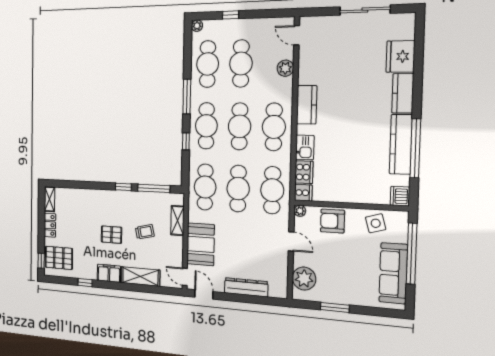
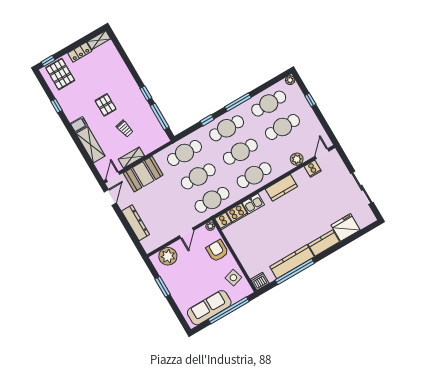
cooker: (307, 56) -> (313, 169), added
shelving: (177, 221) -> (131, 158), moved
filing cabinet: (109, 273) -> (79, 124), width x0.50

